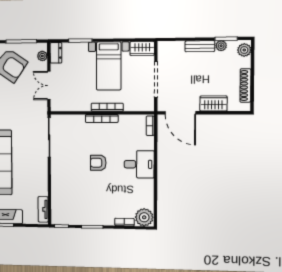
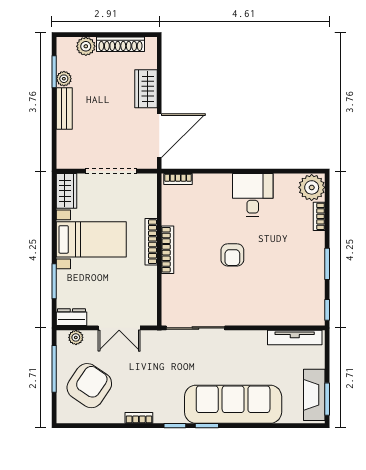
plant: (244, 50) -> (86, 46), moved
desk: (139, 164) -> (253, 195), moved
tv unit: (43, 209) -> (295, 338), width x1.41

